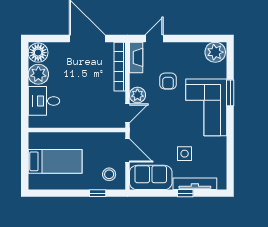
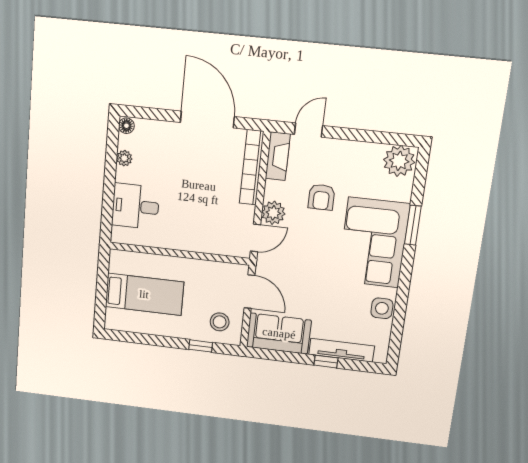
floor lamp: (38, 53) -> (126, 126), width x0.53, depth x0.53
plant: (38, 74) -> (124, 158), width x0.53, depth x0.53
side table: (185, 154) -> (382, 308), moved

